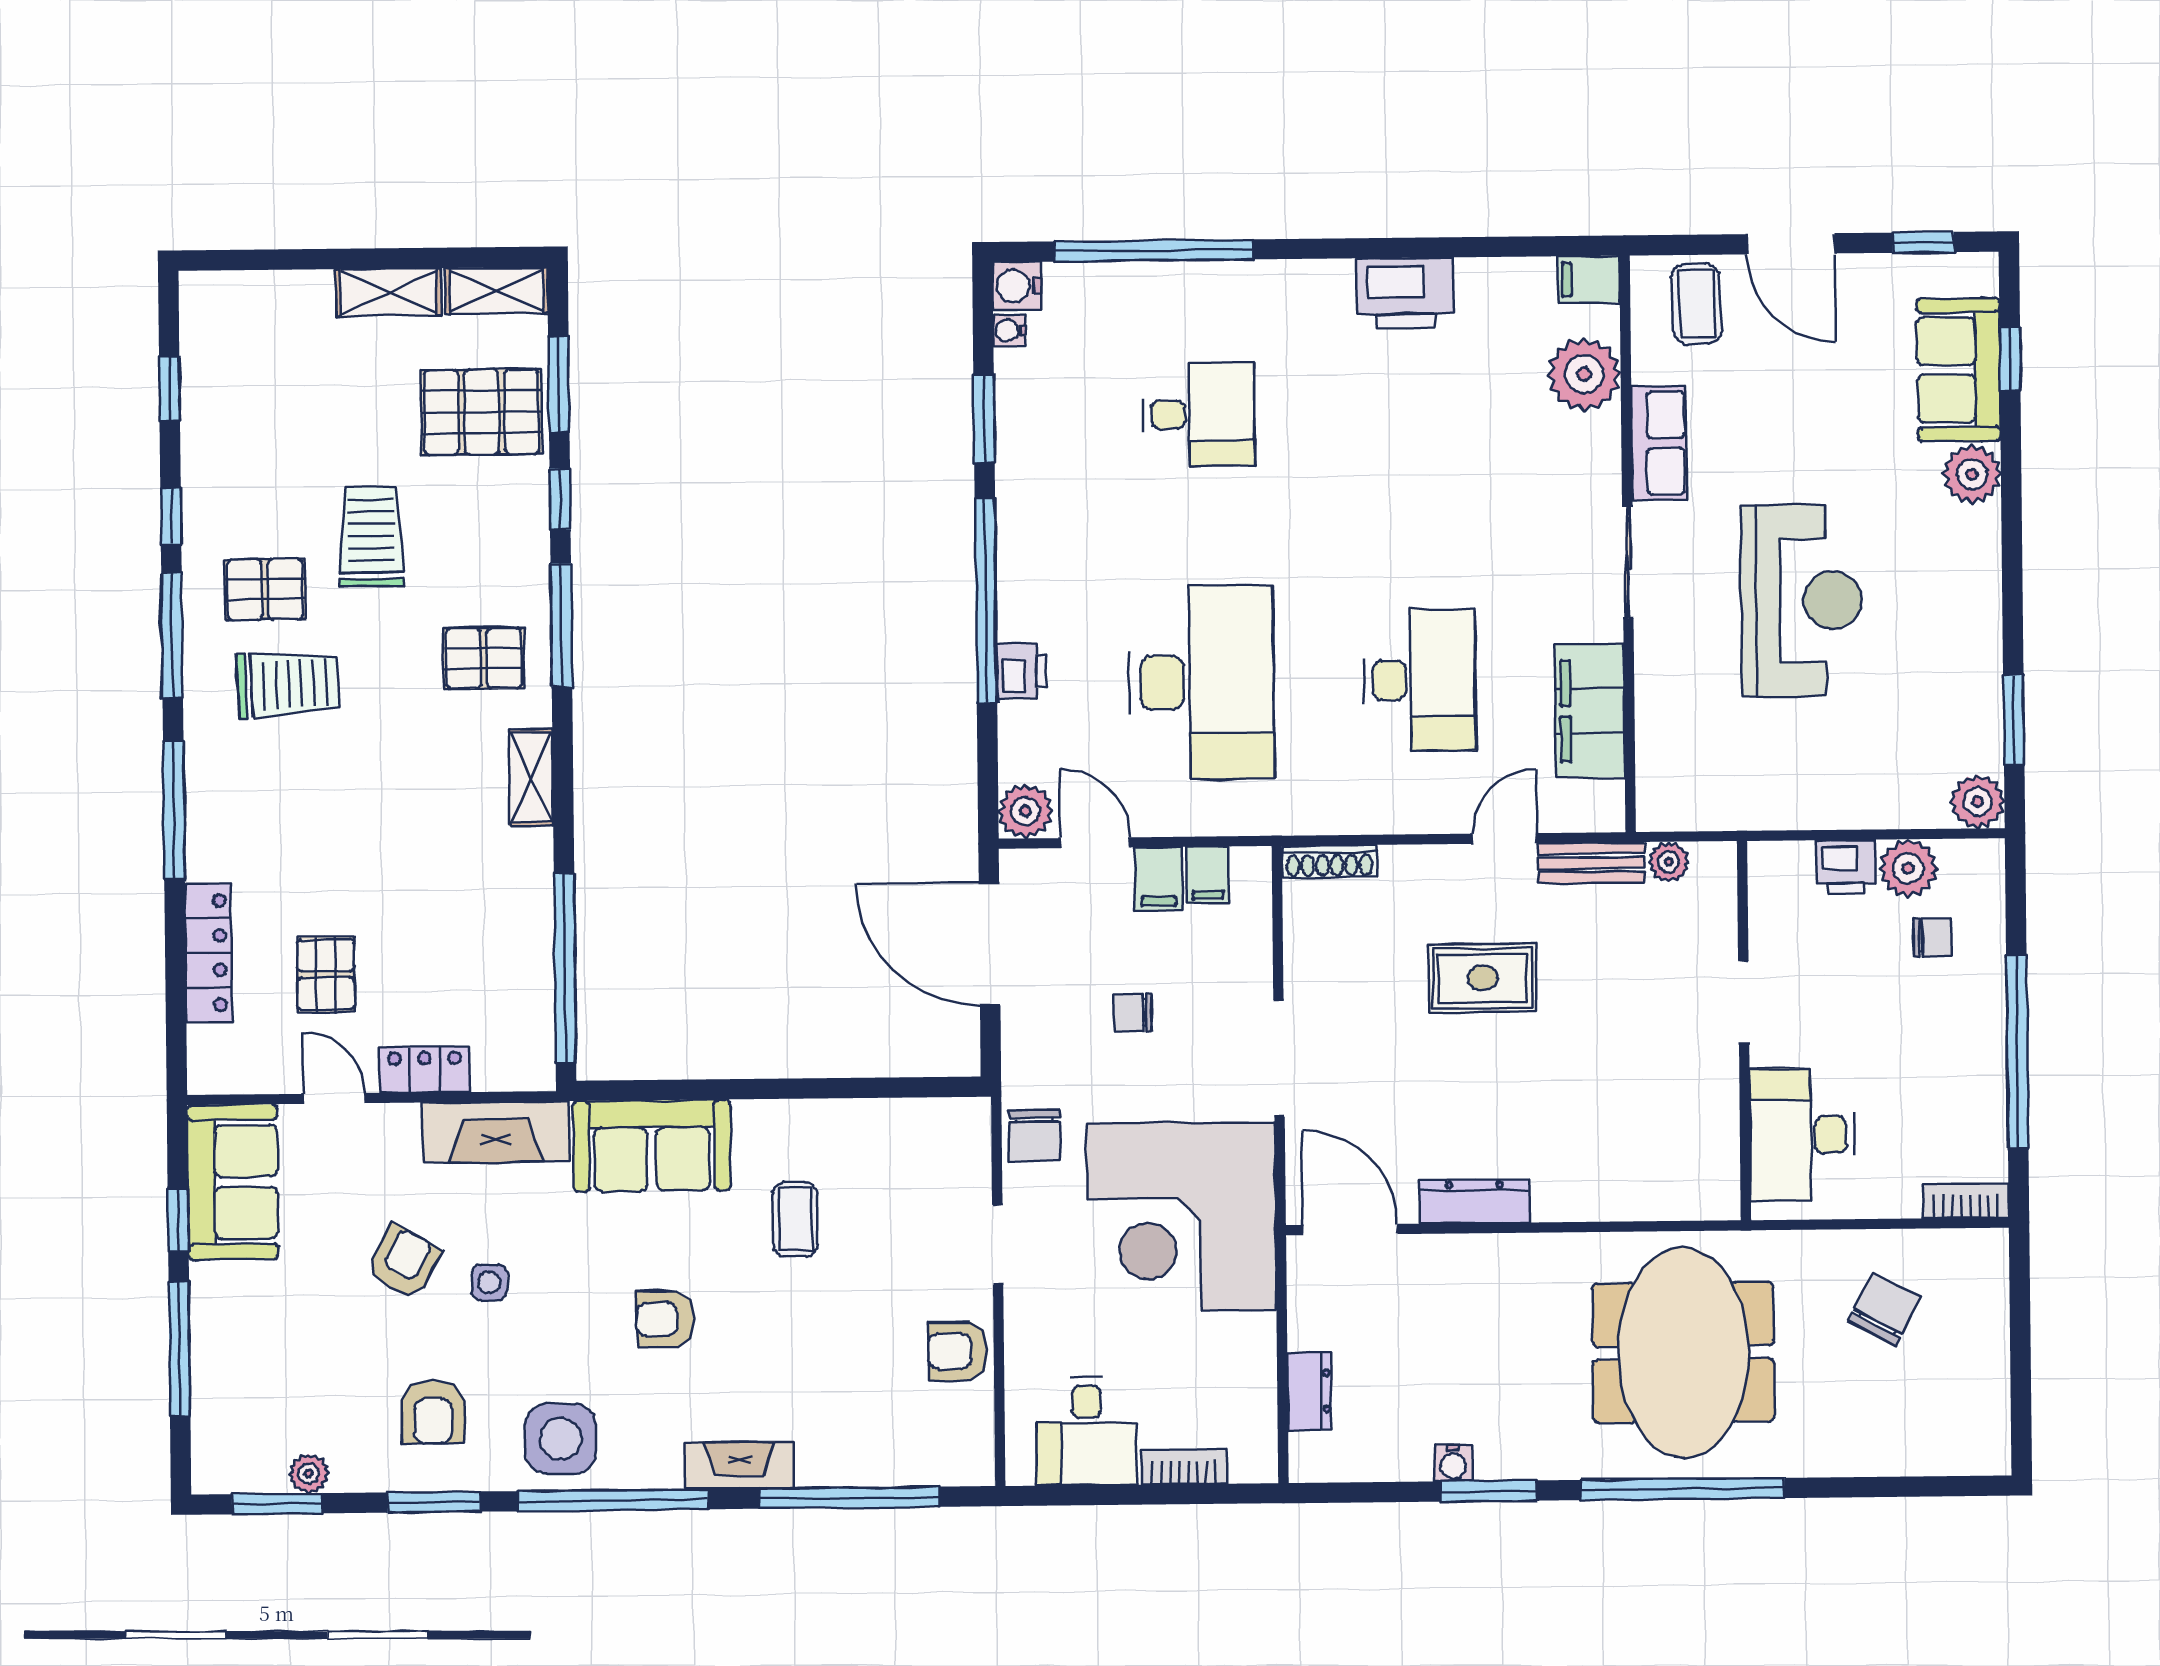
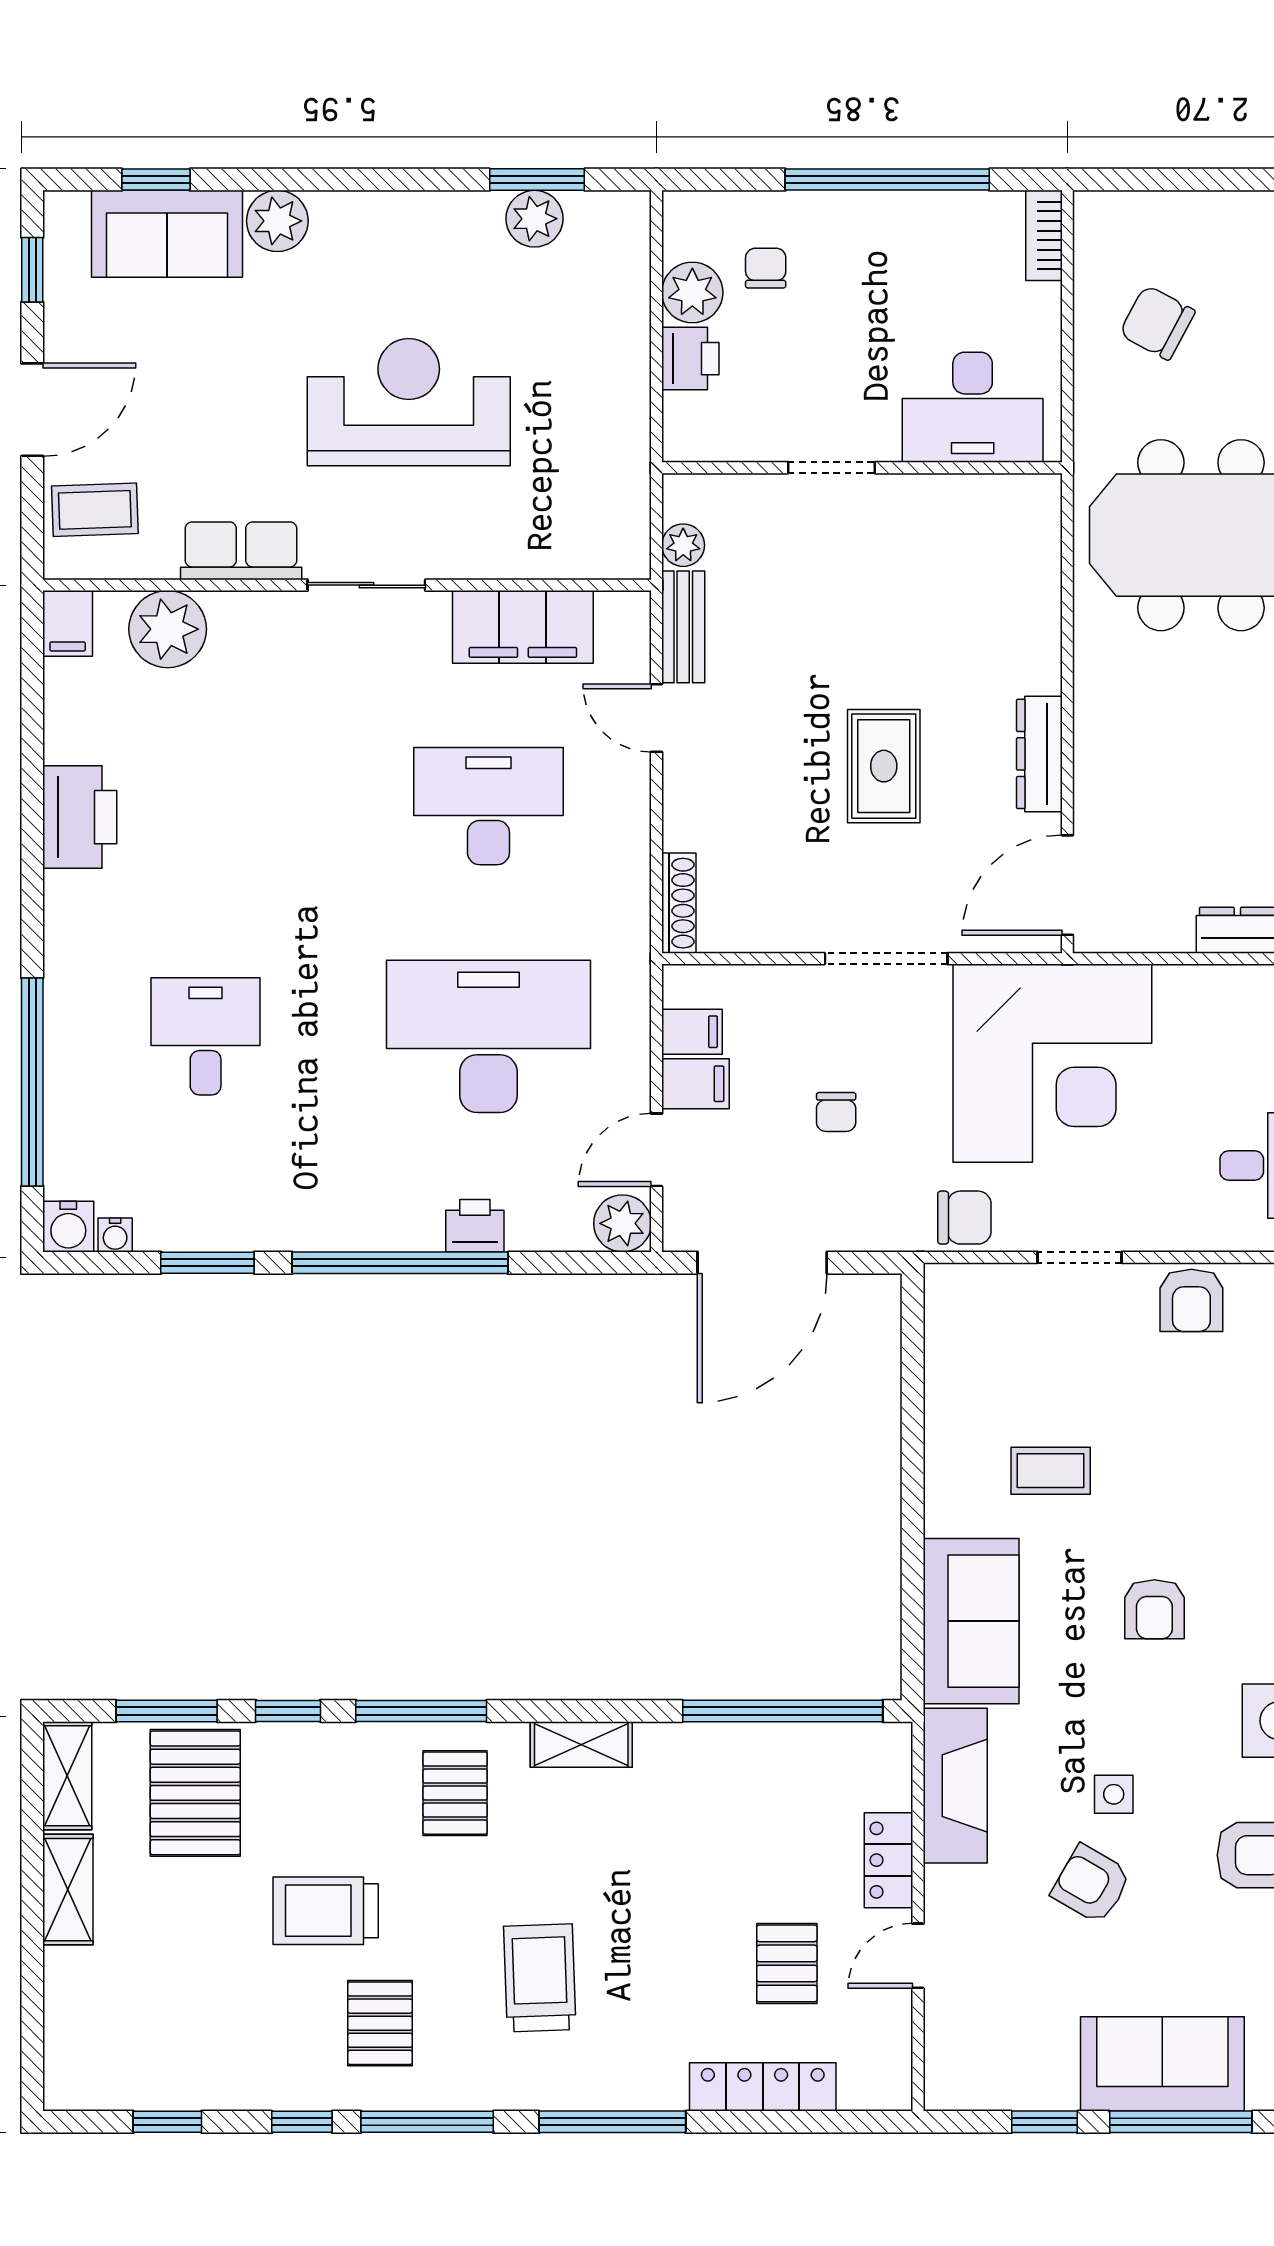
trolley: (288, 684) -> (540, 1978), moved
plant: (1978, 801) -> (534, 219), moved
pallet: (326, 974) -> (787, 1963), turned 90
rug: (1483, 978) -> (884, 766), moved
sofa: (233, 1182) -> (1162, 2064), moved

